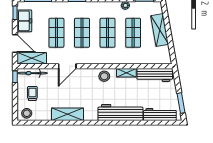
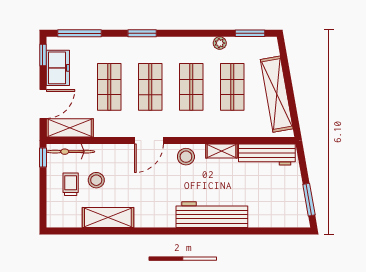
shelving: (160, 30) -> (277, 94), width x1.47
door: (15, 43) -> (43, 104), hinge flipped
door: (67, 66) -> (149, 141), moved
stool: (27, 113) -> (96, 180), moved
shelving: (68, 114) -> (108, 218), moved
workbench: (160, 114) -> (275, 218), removed

